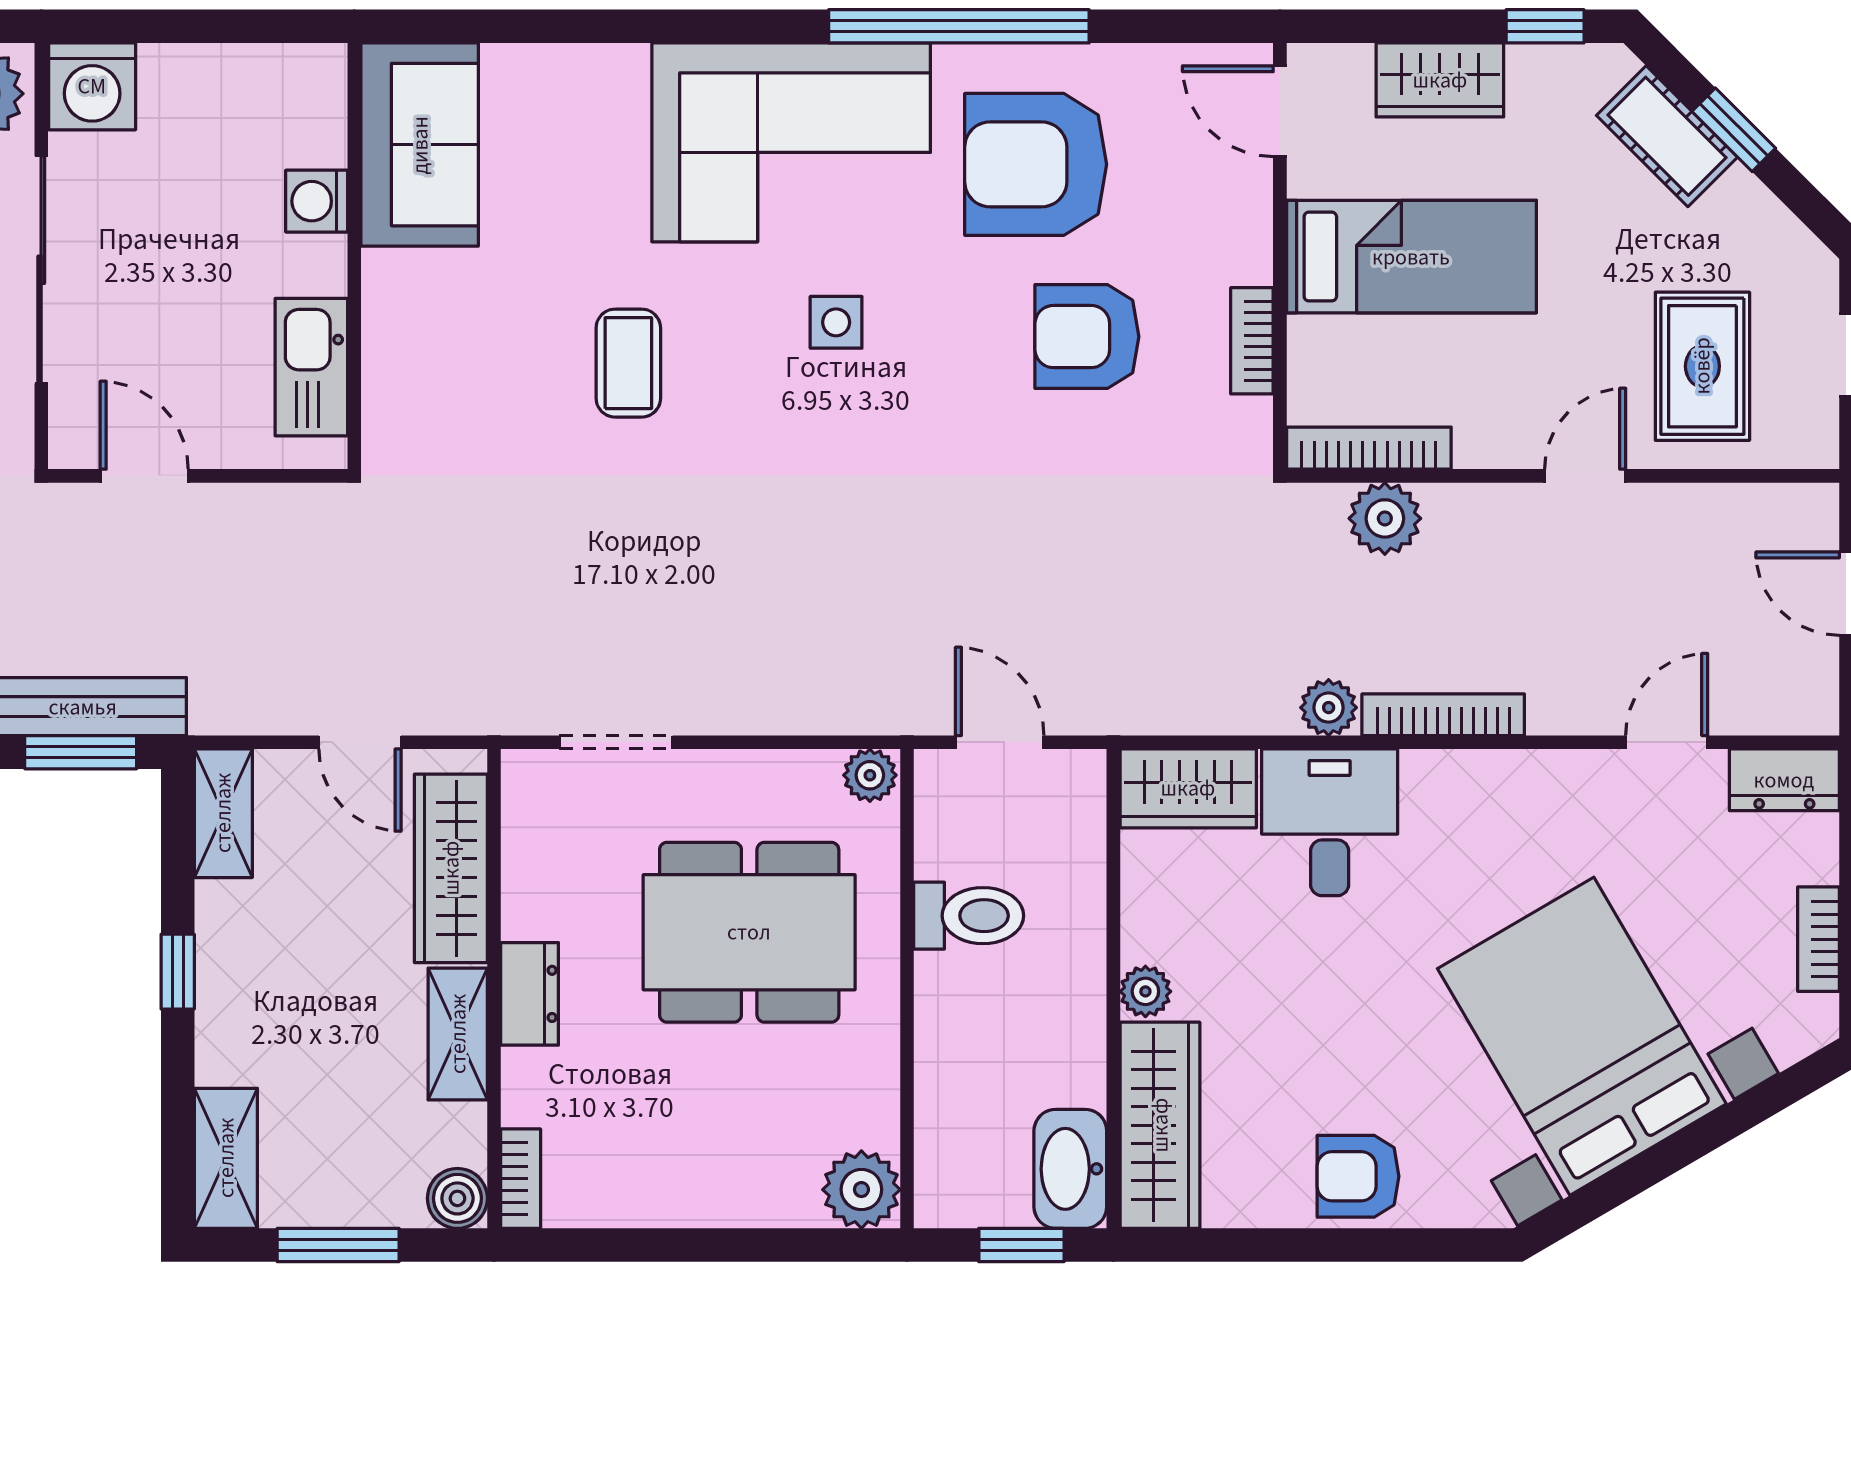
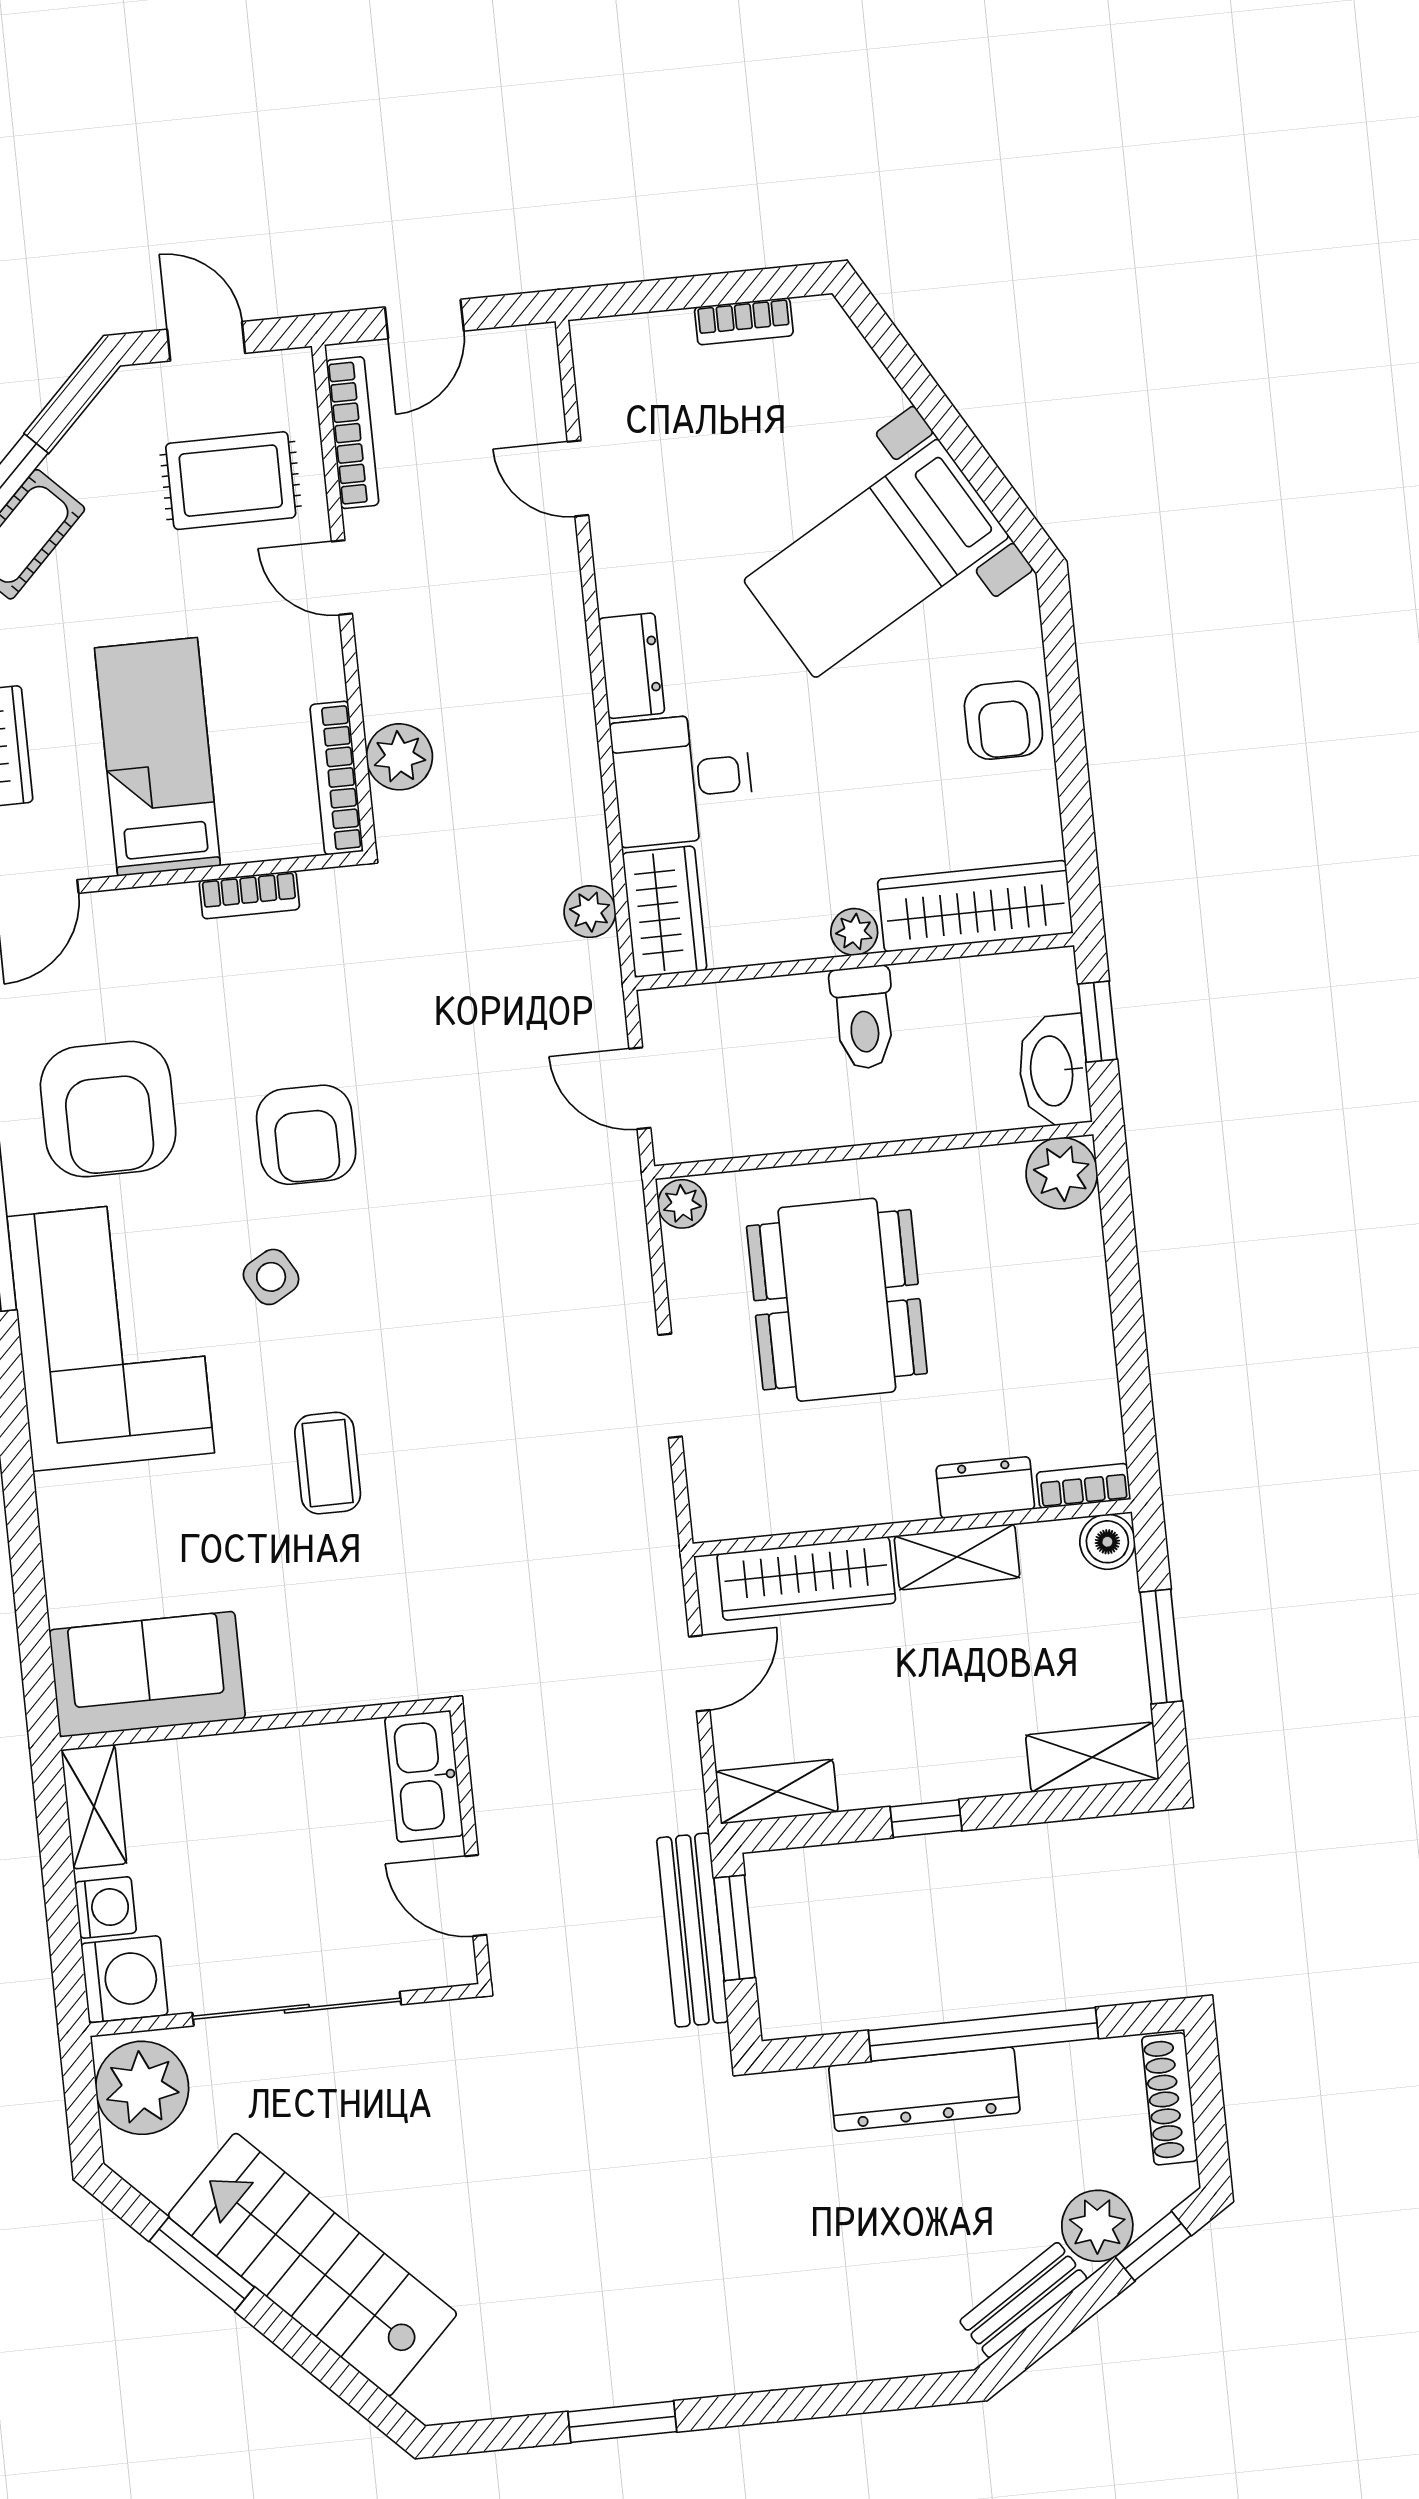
shelving: (282, 72) -> (94, 1807), added
washing machine: (317, 201) -> (106, 1907), moved, turned -90
side table: (836, 322) -> (271, 1277), turned -30
armchair: (1087, 337) -> (306, 1135), moved
coffee table: (628, 363) -> (328, 1463), turned 90
kitchen sink: (311, 367) -> (424, 1776), moved, turned 90
door: (144, 476) -> (476, 1895), hinge flipped
plant: (1329, 708) -> (590, 912), moved
bookcase: (1443, 715) -> (353, 433), moved, turned 180
doorway: (616, 742) -> (670, 1386), moved
door: (1000, 742) -> (640, 1088), hinge flipped
dresser: (1784, 780) -> (632, 666), moved
toilet: (969, 916) -> (863, 1018), moved, turned 180
dresser: (530, 994) -> (985, 1488), moved
bed with nightstands: (1582, 1036) -> (876, 558), width x0.73
washbasin: (1070, 1169) -> (1054, 1071), moved, turned 90

